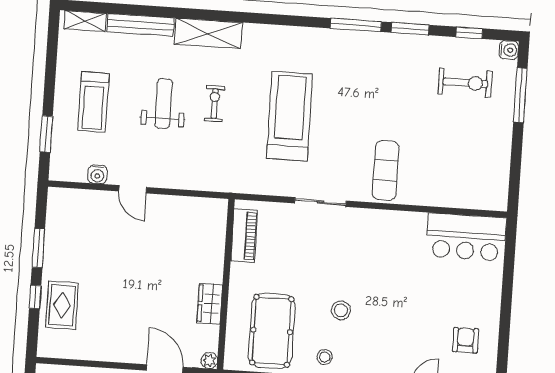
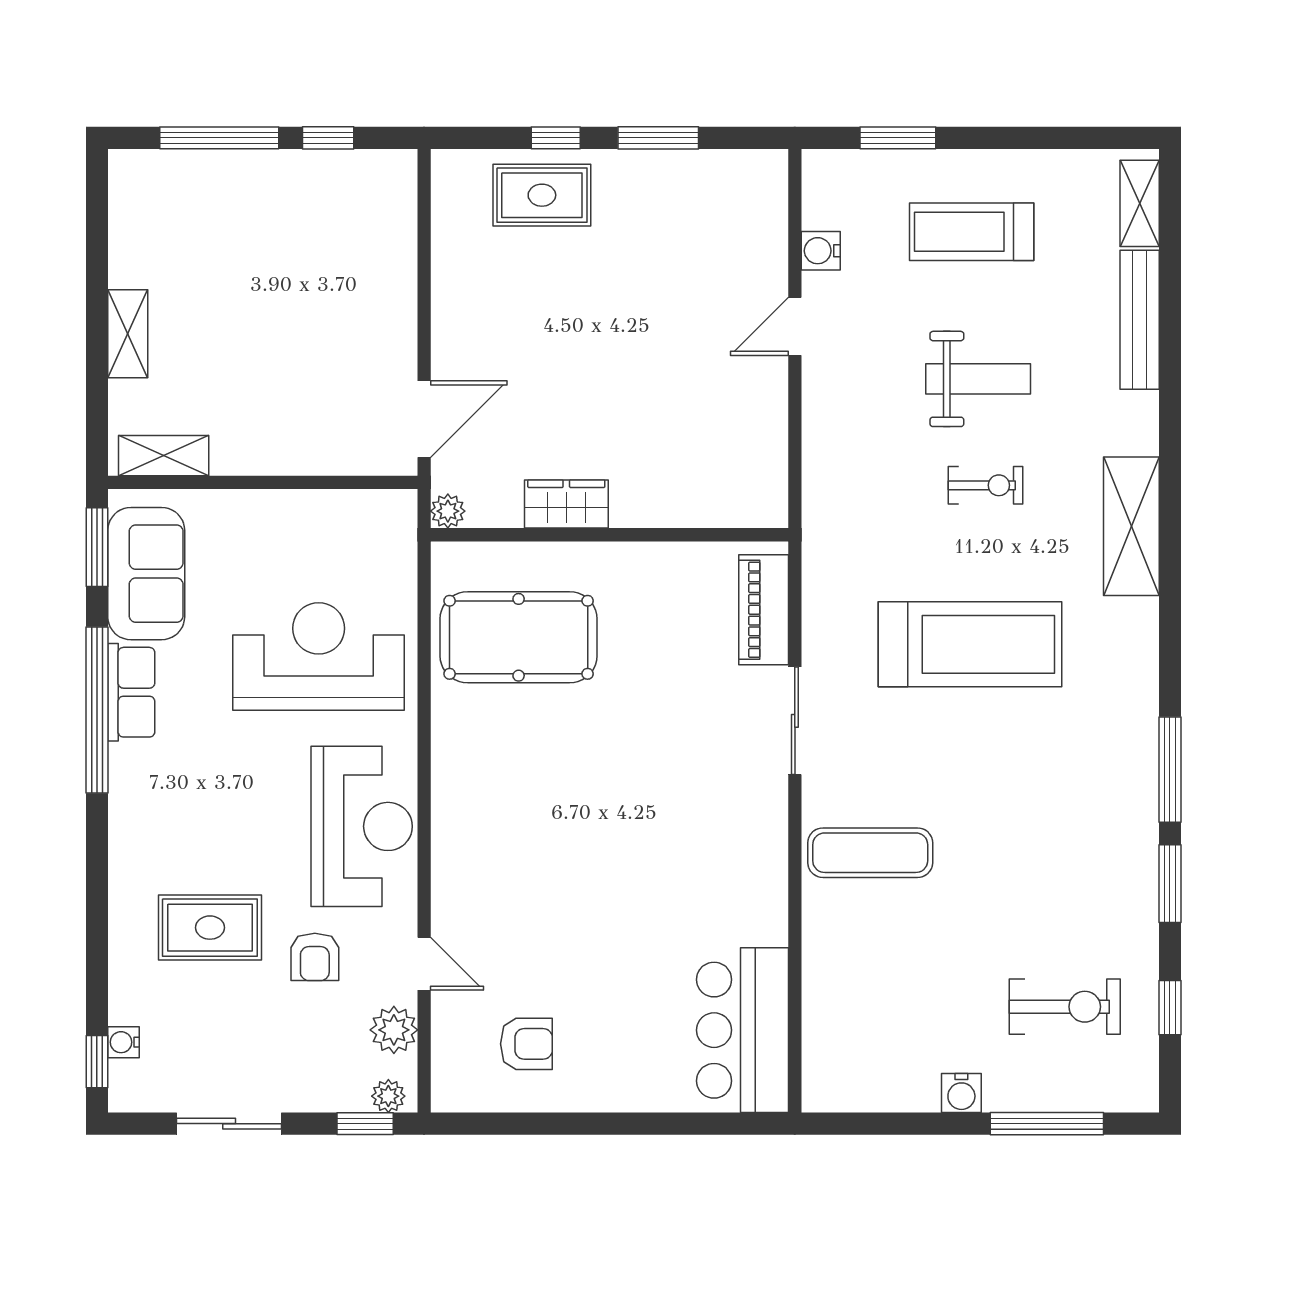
shelving: (208, 33) -> (1131, 526), moved
water cooler: (509, 50) -> (961, 1093), moved
exercise bike: (465, 83) -> (1065, 1007), turned -90
piano: (244, 236) -> (764, 610), moved, turned 90
stool: (341, 310) -> (571, 779), removed
stool: (325, 357) -> (471, 752), removed

